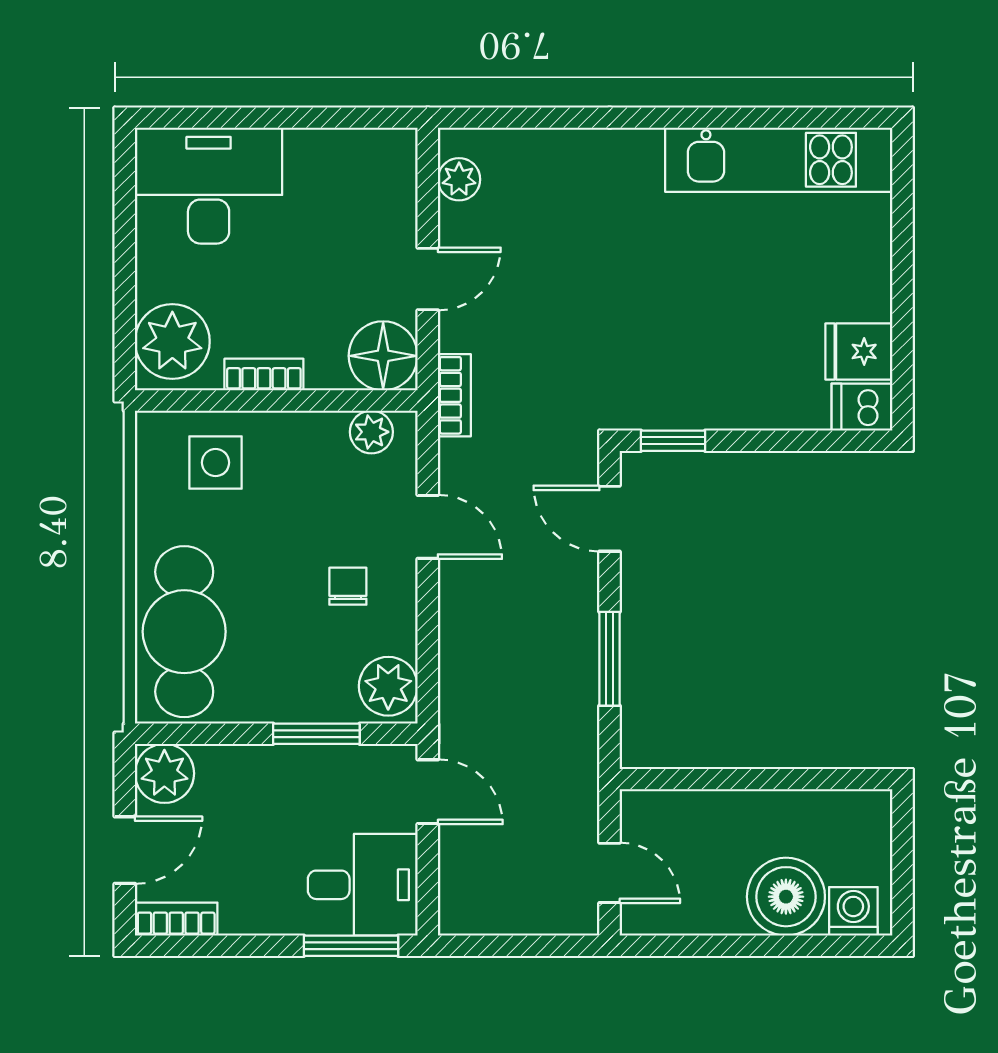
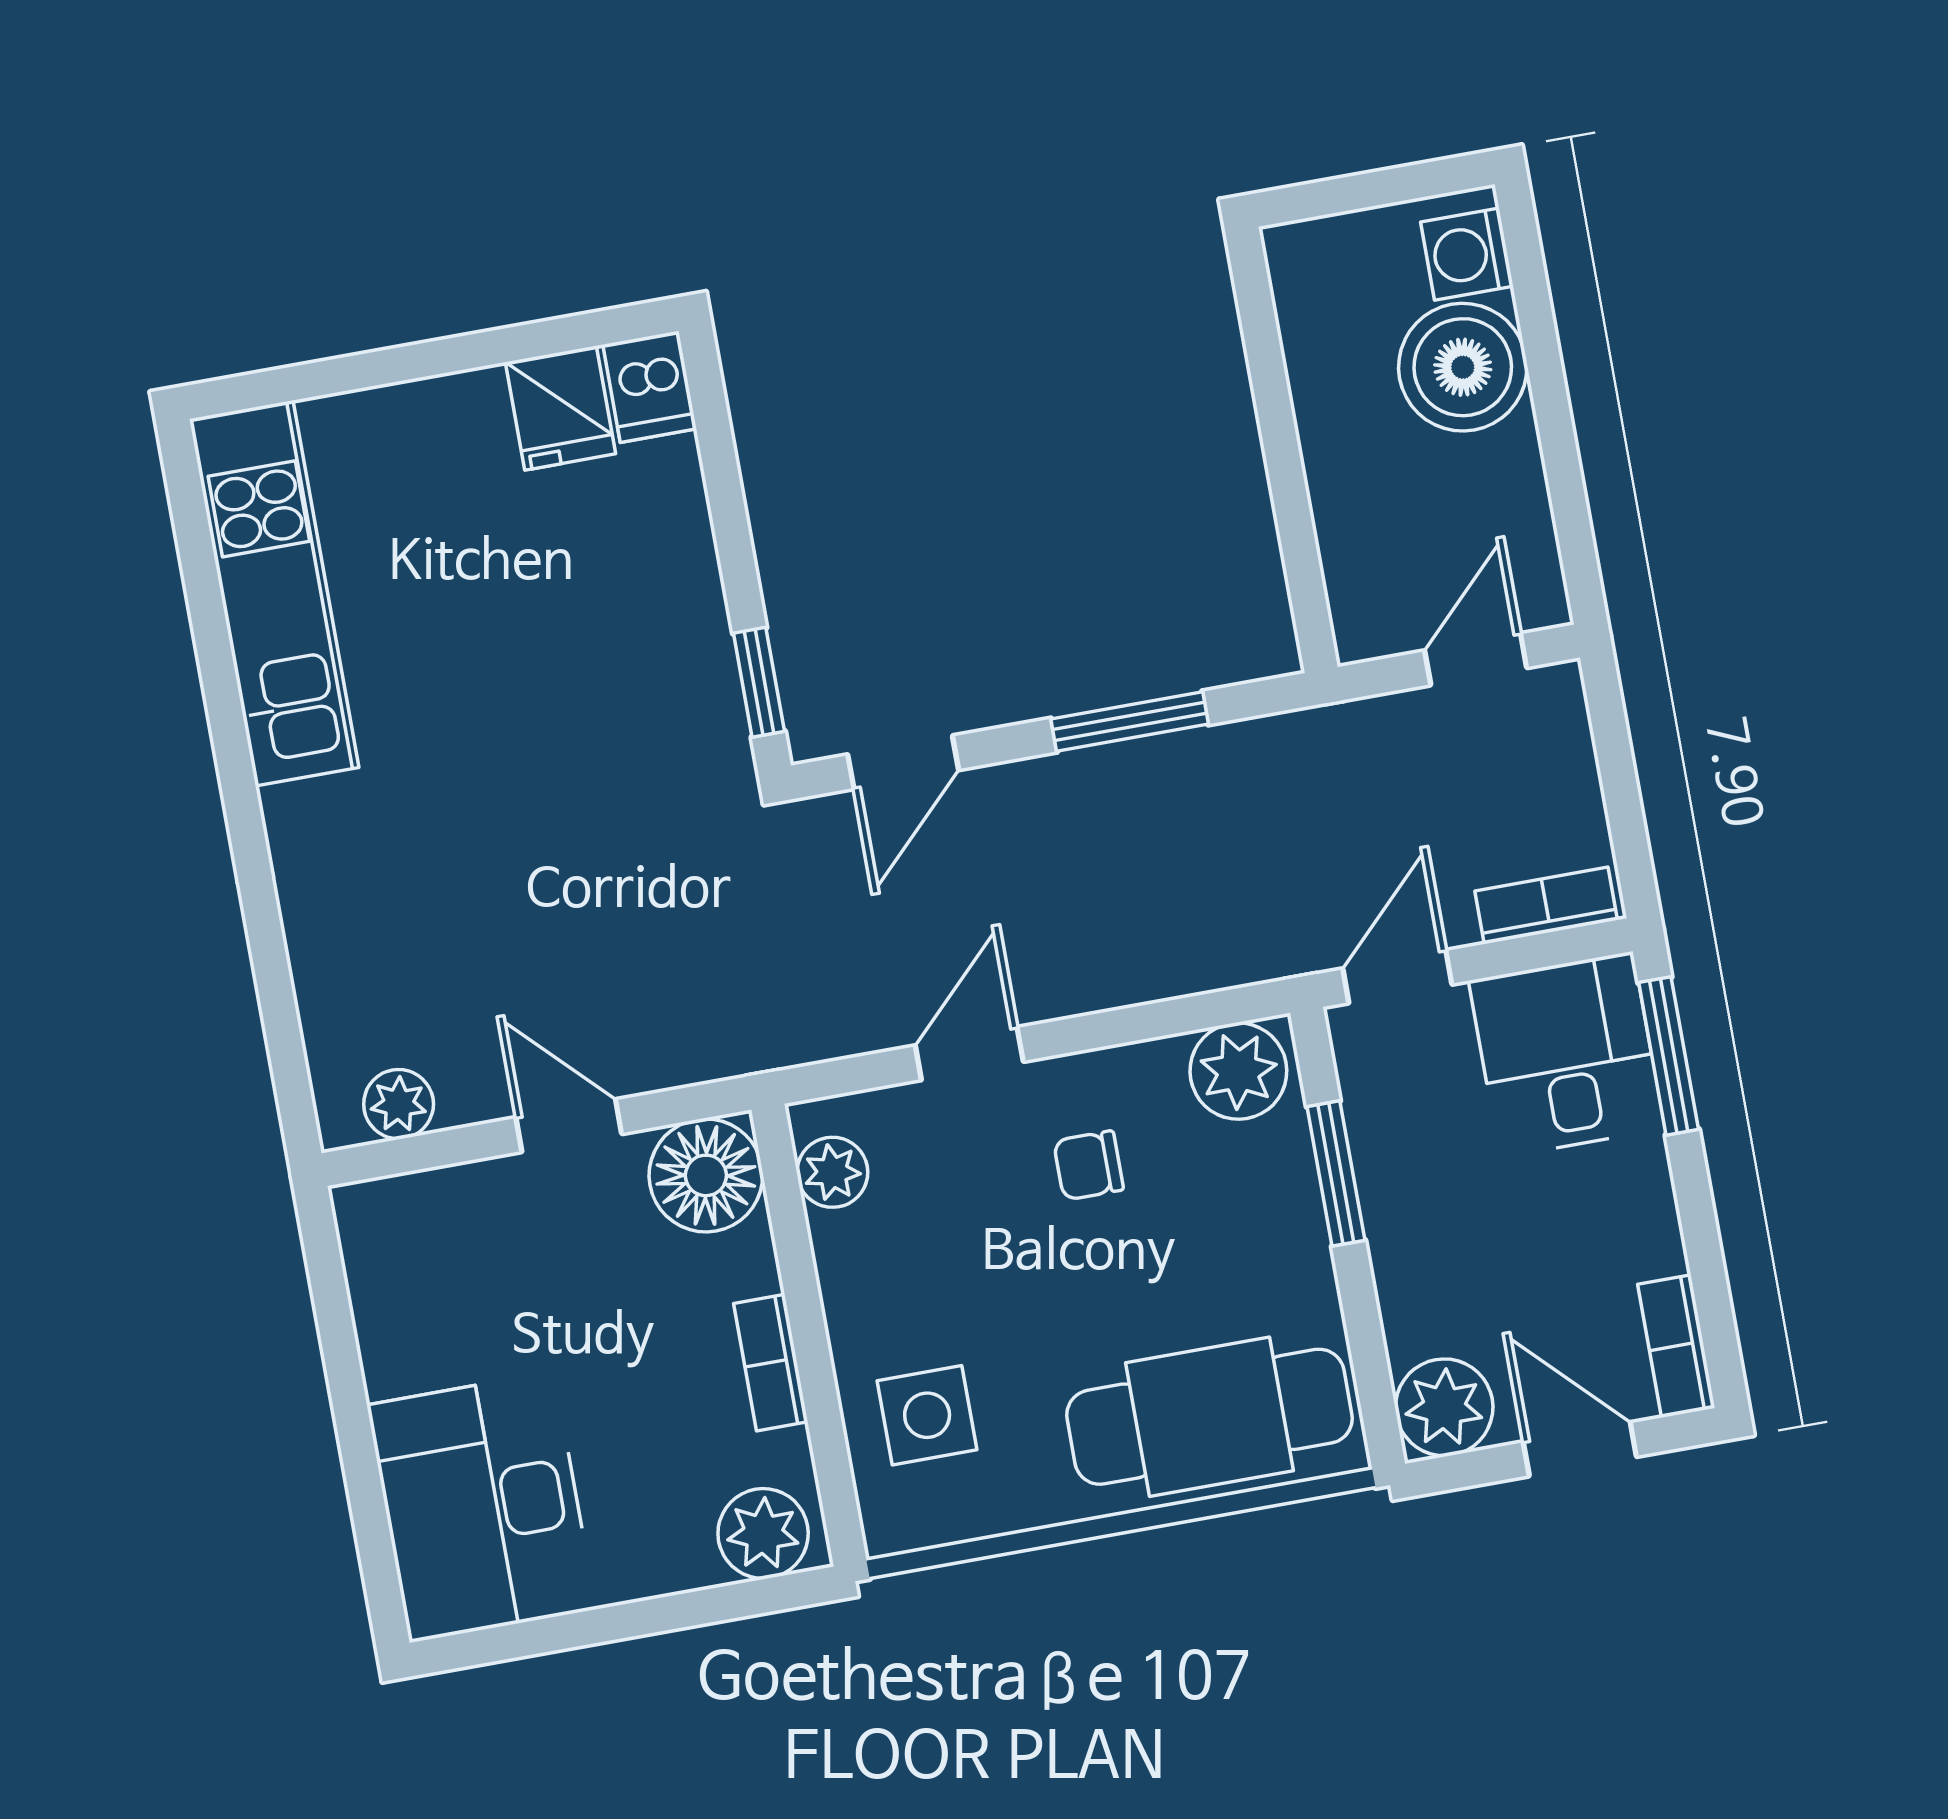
plant: (172, 341) -> (763, 1533), width x0.73, depth x0.73
bookcase: (454, 395) -> (1546, 905), moved

